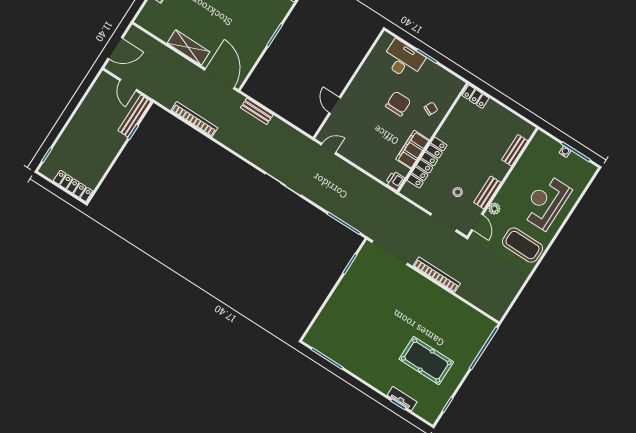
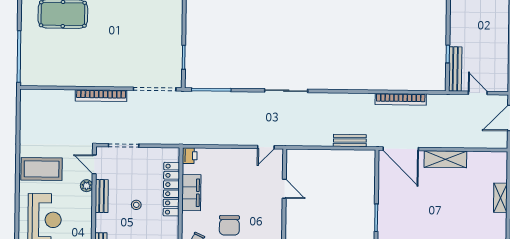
stool: (458, 192) -> (136, 205), moved

